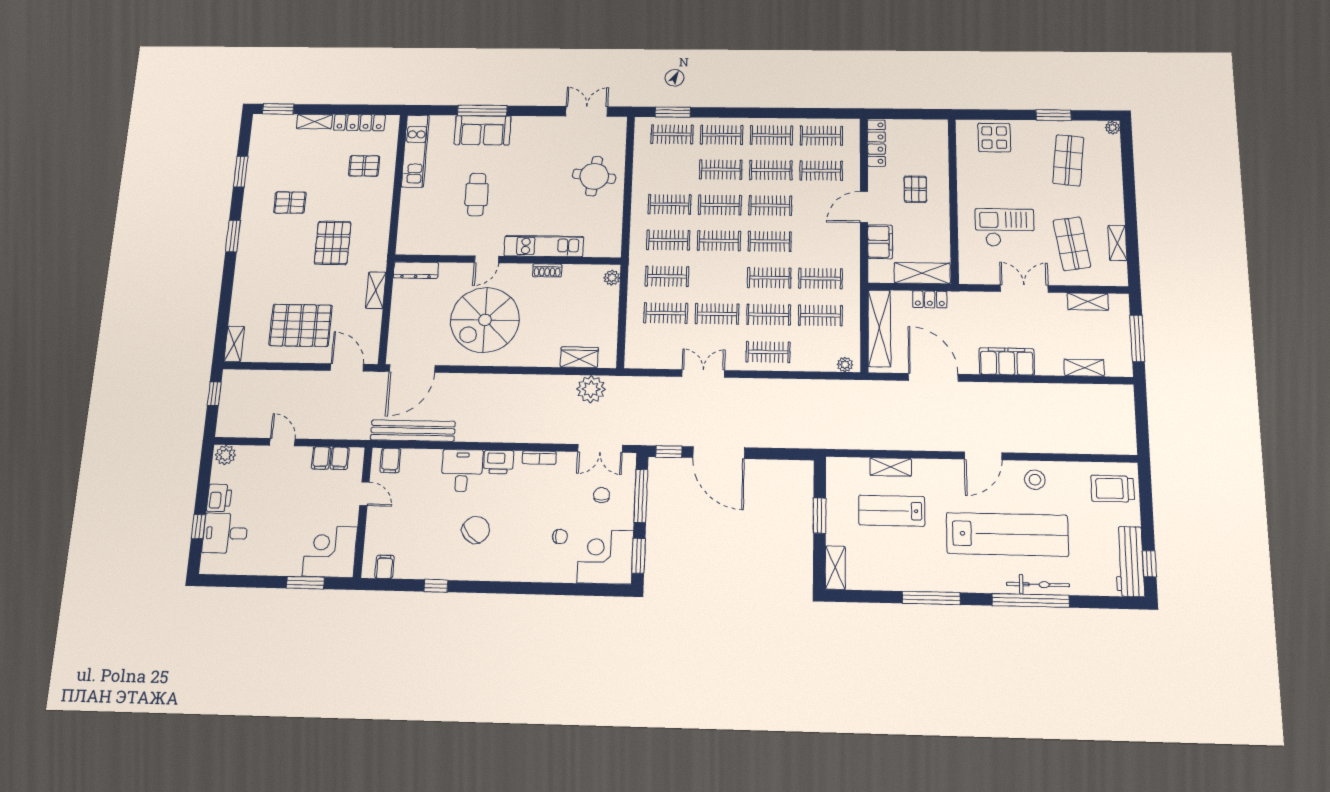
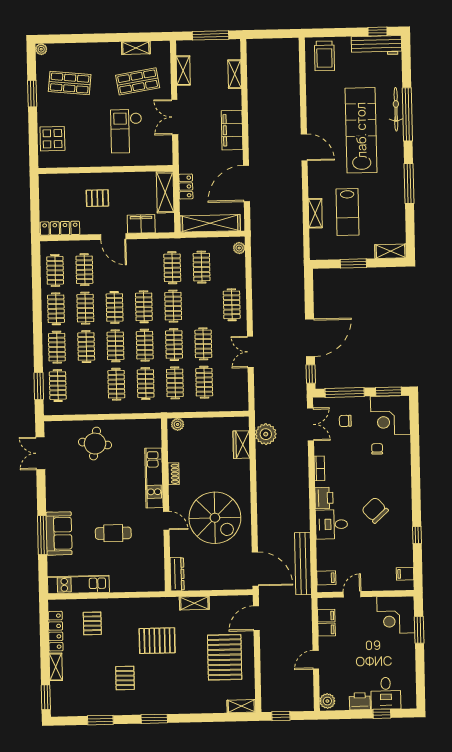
clothes rail: (769, 315) -> (174, 345), moved
stool: (1035, 480) -> (320, 111), removed

